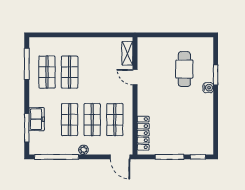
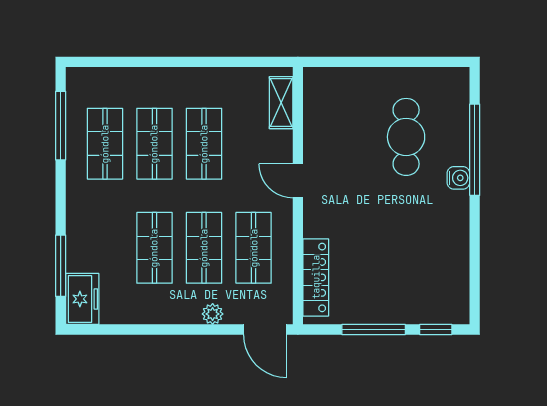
shop shelf: (92, 72) -> (204, 144), added
window: (216, 75) -> (475, 150), width x2.11
door: (135, 77) -> (298, 181), moved
freezer: (37, 119) -> (82, 299), moved
plant: (84, 150) -> (213, 314), moved
window: (57, 157) -> (126, 330), removed

